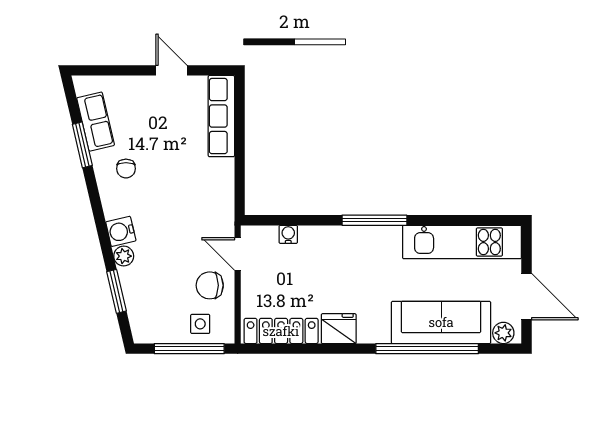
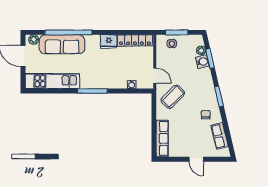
door: (172, 70) -> (196, 159), moved
window: (82, 145) -> (219, 97), moved
coffee table: (198, 208) -> (173, 97), added
water cooler: (121, 231) -> (202, 62), moved
plant: (124, 256) -> (201, 50), moved
chair: (210, 285) -> (168, 61), removed
window: (189, 349) -> (177, 32), width x0.69

